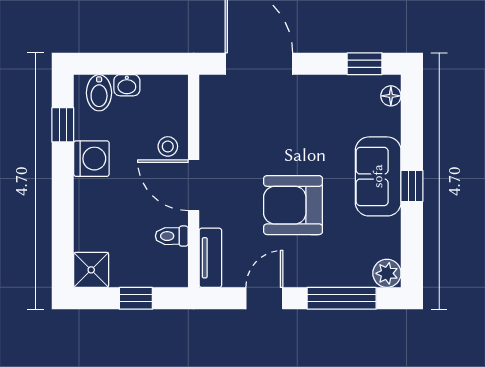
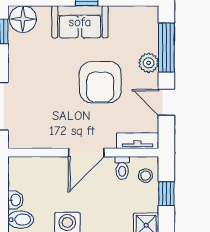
floor lamp: (391, 96) -> (23, 19), width x1.89, depth x1.89
stool: (168, 146) -> (146, 176), moved
plant: (387, 273) -> (149, 63), moved

